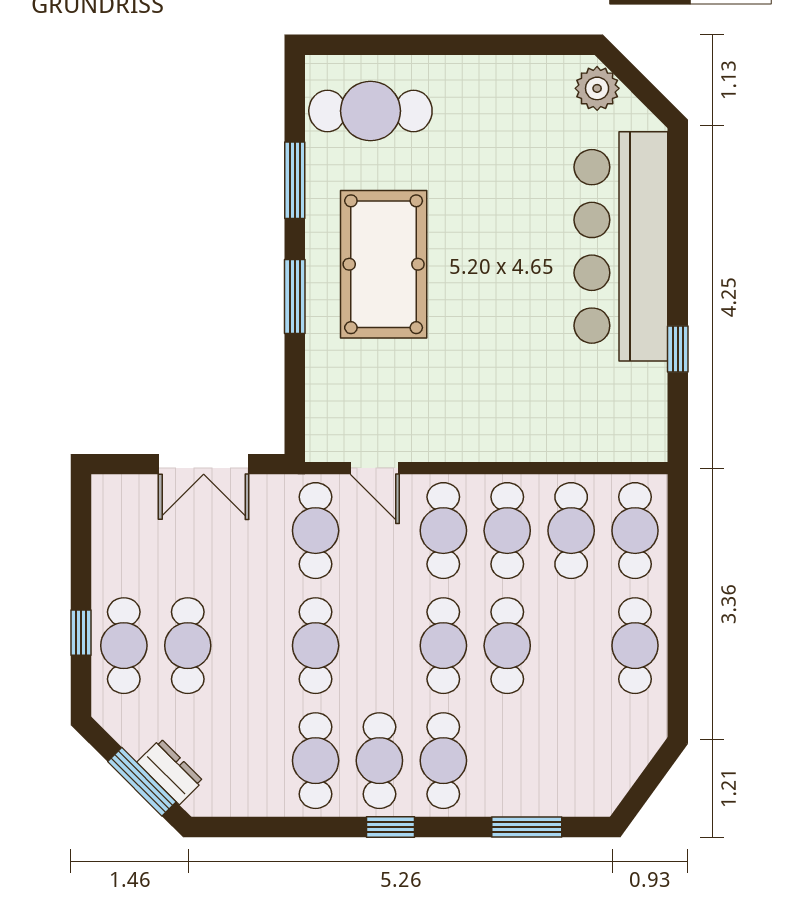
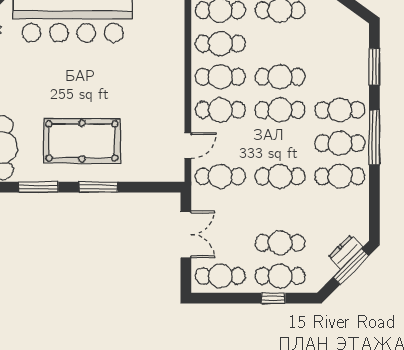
cafe table: (124, 531) -> (220, 276), added
window: (390, 827) -> (374, 137), width x2.17

